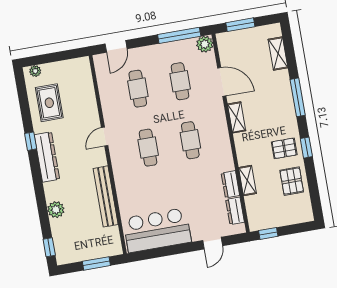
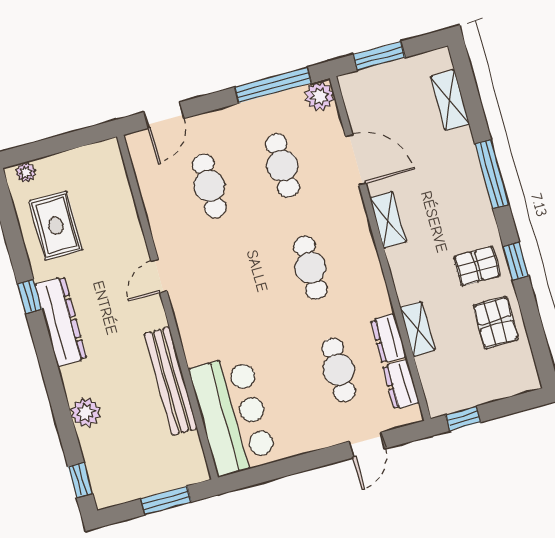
cafe table: (148, 148) -> (339, 370), moved
bar counter: (157, 230) -> (233, 415), moved, turned 90

